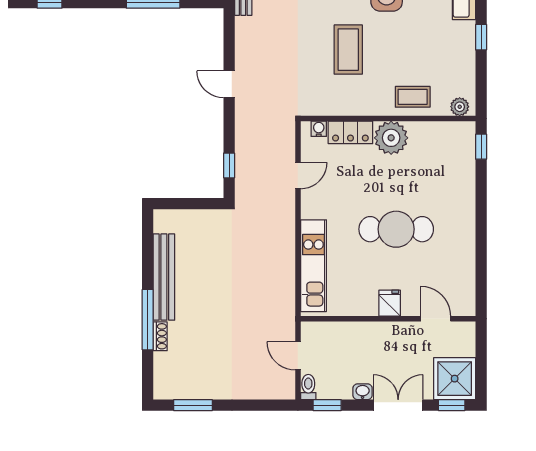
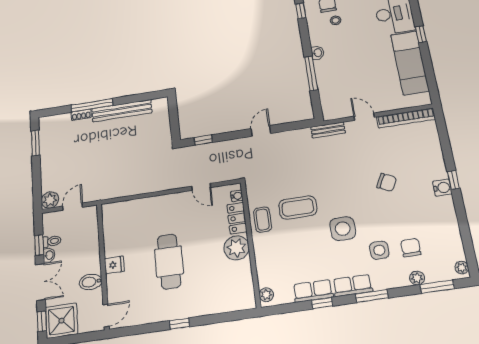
row of seats: (464, 46) -> (313, 291), added
coffee table: (413, 97) -> (262, 220), moved
window: (481, 147) -> (179, 324), moved
kitchen unit: (313, 266) -> (138, 207), removed
door: (436, 319) -> (106, 315), moved
bidet: (408, 337) -> (91, 282), added
plant: (283, 387) -> (50, 200), added
toilet: (308, 387) -> (52, 241), moved
window: (327, 405) -> (39, 245), moved

